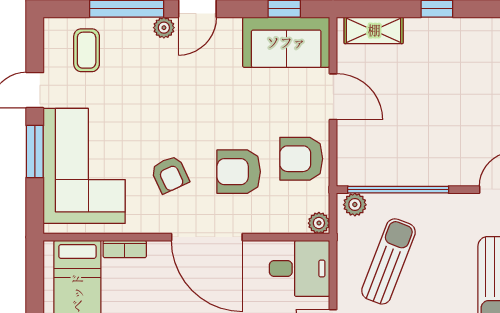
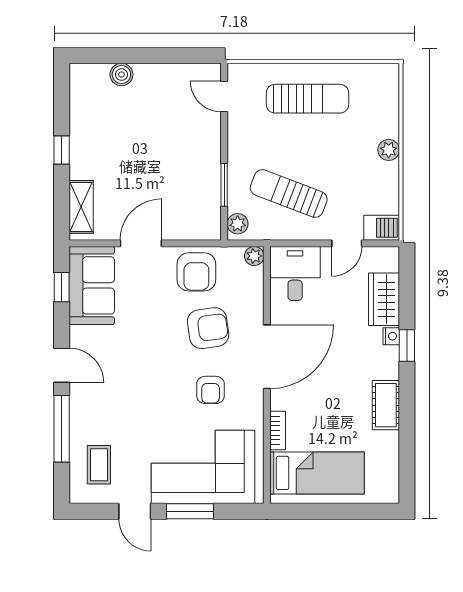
plant: (164, 28) -> (79, 395), removed
coffee table: (87, 50) -> (99, 465), turned 90
armchair: (239, 172) -> (208, 328), turned -98
armchair: (170, 174) -> (211, 390), turned 115
window: (398, 190) -> (224, 185), width x0.47

